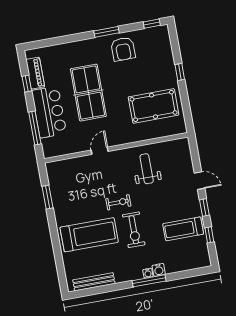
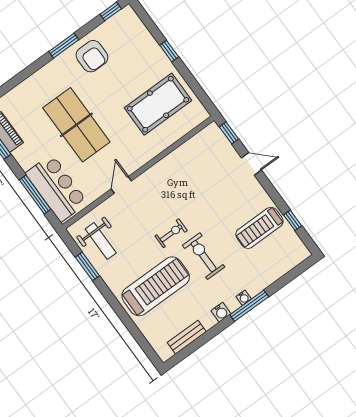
bar counter: (49, 112) -> (56, 188), moved
weight bench: (147, 169) -> (101, 241), moved, turned 180
window: (204, 207) -> (229, 133), moved
exercise bike: (134, 230) -> (204, 256), turned 180
water cooler: (159, 270) -> (221, 312), moved
bench: (94, 282) -> (187, 337), width x0.73

